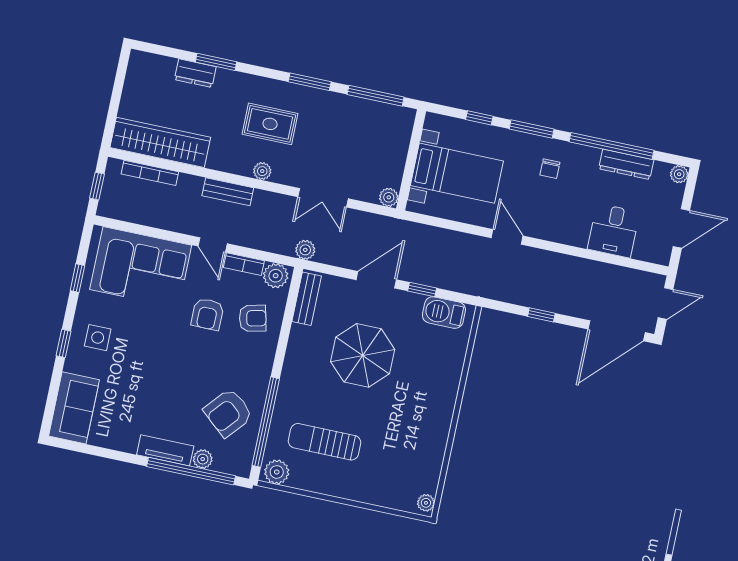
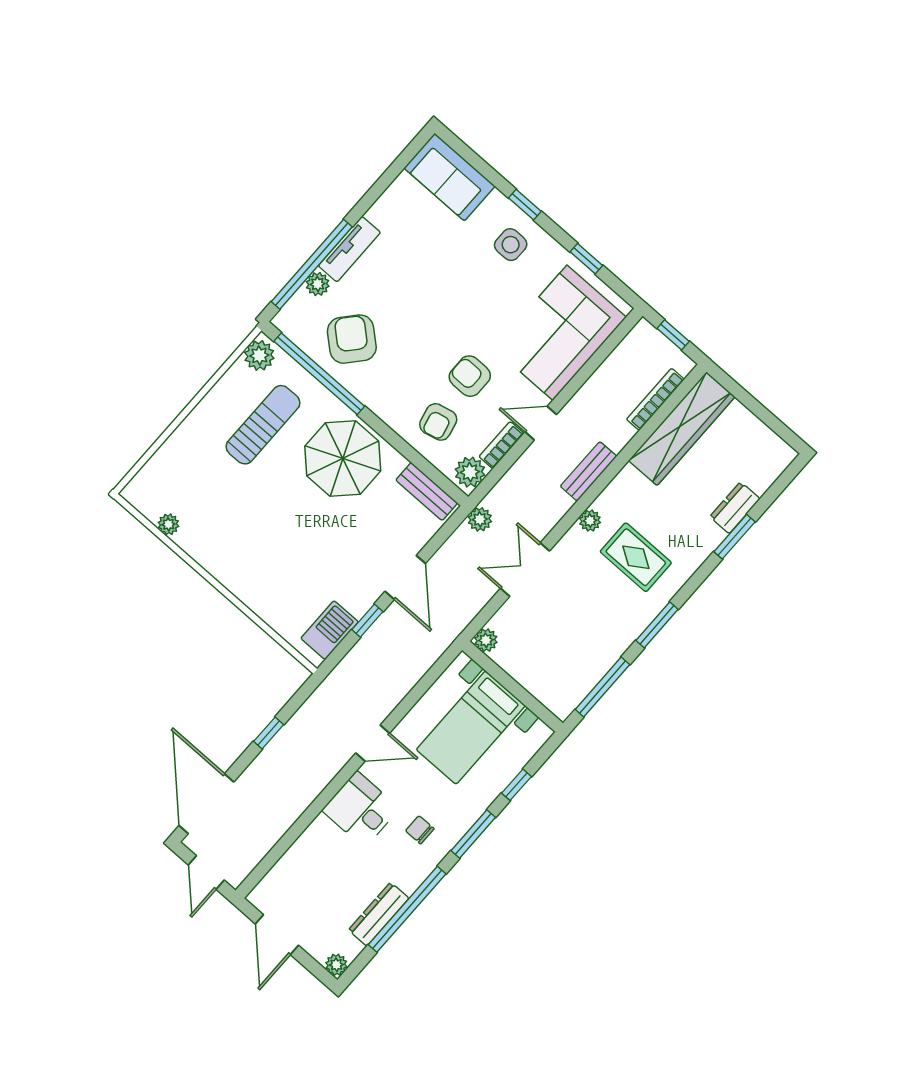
rug: (270, 124) -> (636, 557), turned 90
desk: (614, 231) -> (361, 809), moved
parasol: (363, 355) -> (343, 459), moved
plant: (426, 503) -> (168, 524), moved

